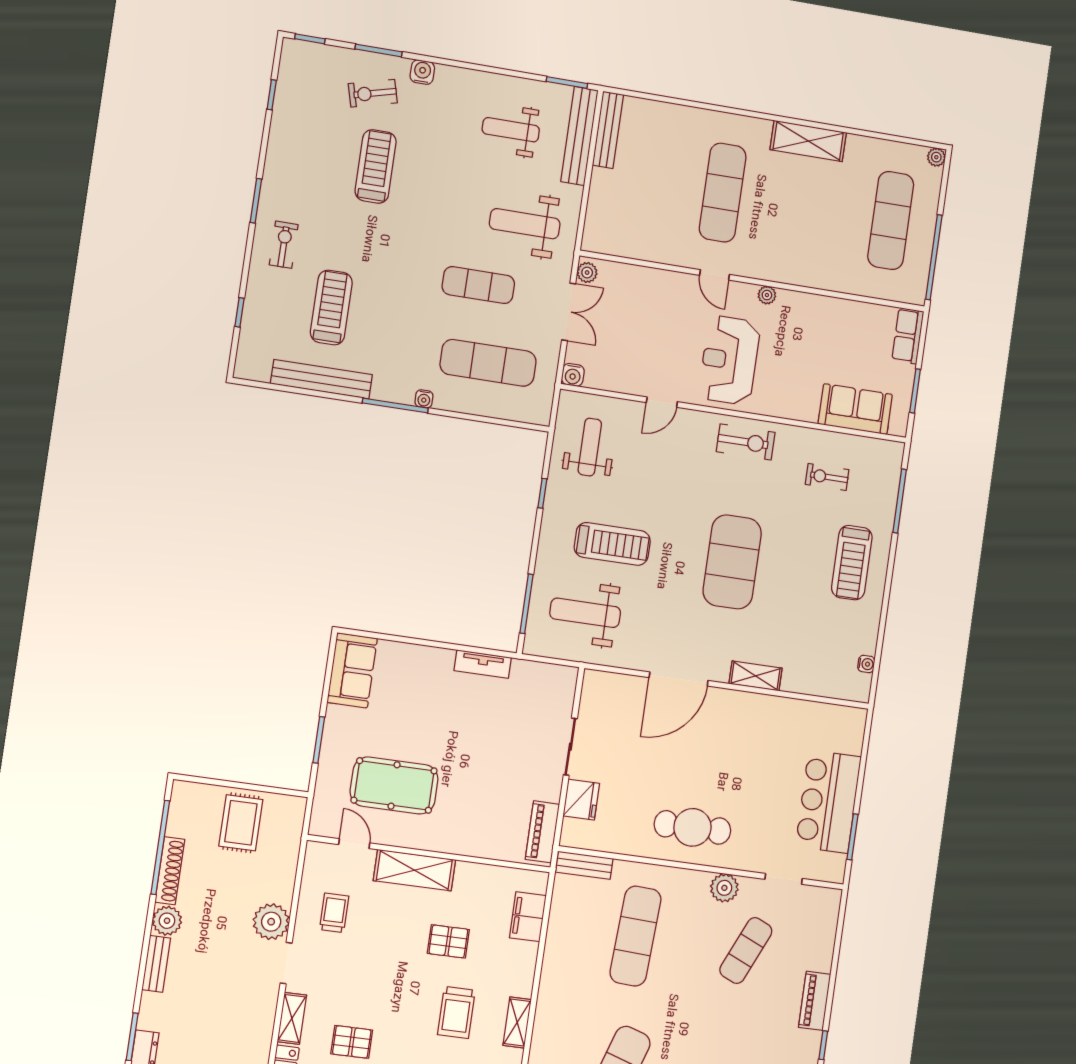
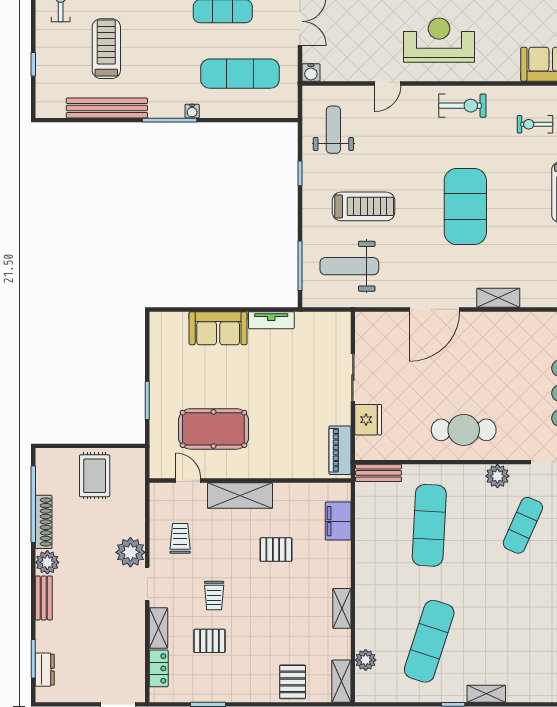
reception desk: (729, 360) -> (439, 40), turned 90
sofa: (352, 670) -> (218, 328), moved, turned 90
trolley: (456, 1012) -> (214, 596), moved, width x0.73, depth x0.72

